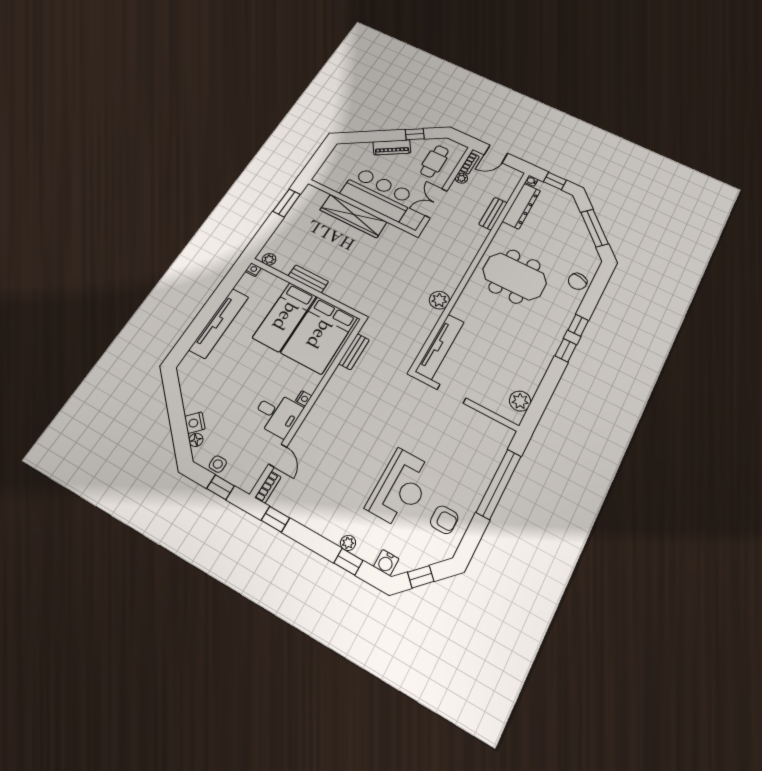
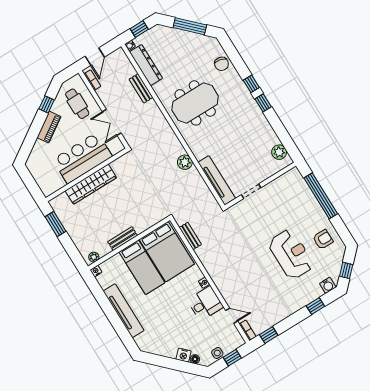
plant: (461, 178) -> (101, 93), removed
plant: (348, 543) -> (305, 301), removed

